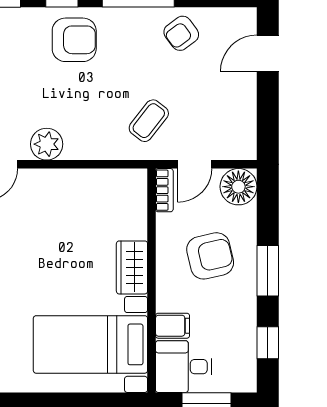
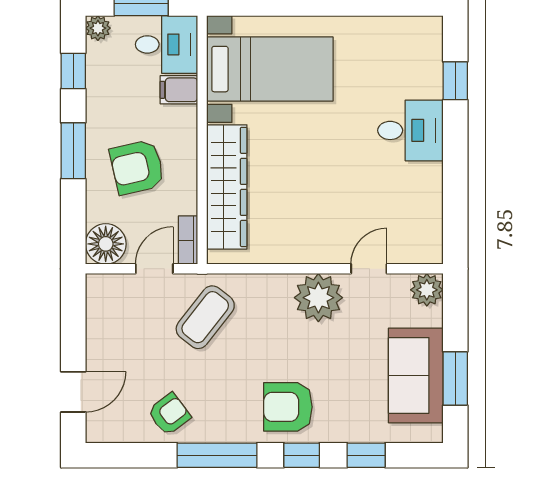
coffee table: (149, 121) -> (205, 317), width x1.36, depth x1.30
plant: (47, 144) -> (318, 298), width x1.36, depth x1.36
wardrobe: (132, 267) -> (227, 187), width x2.10, depth x1.17
plant: (245, 381) -> (98, 28), added

